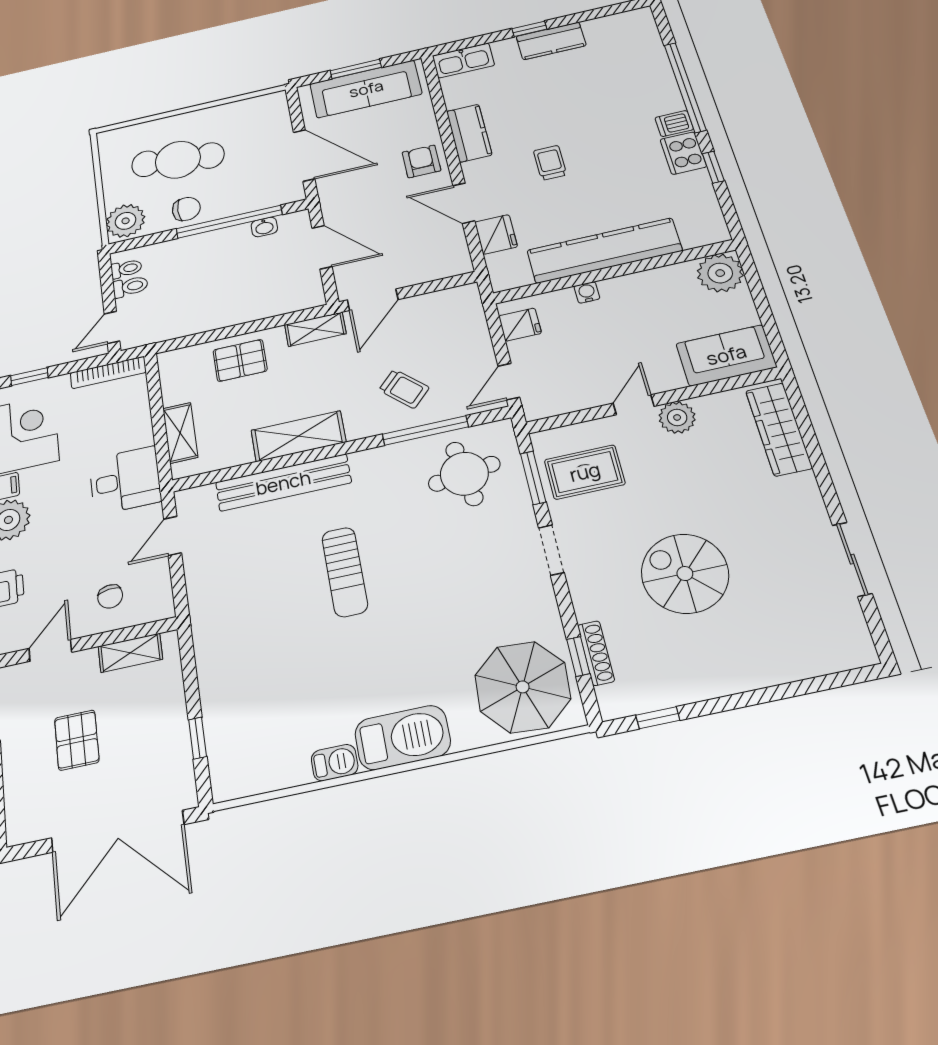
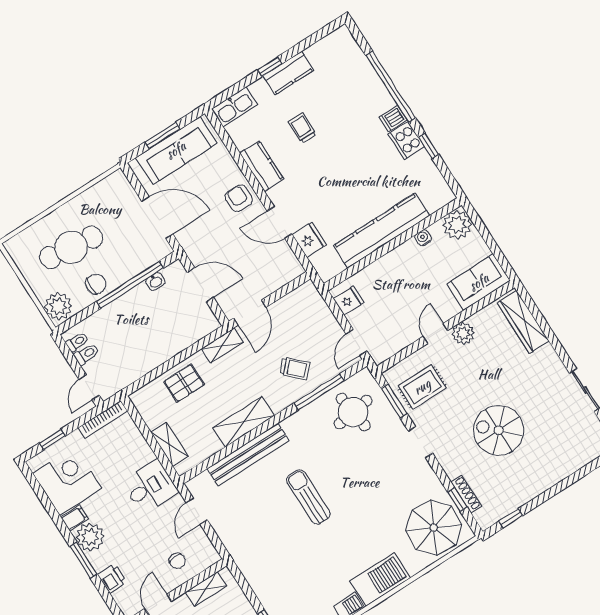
trolley: (550, 163) -> (302, 128), moved
water cooler: (587, 292) -> (423, 238), moved
sun lounger: (345, 572) -> (308, 497), turned 180

